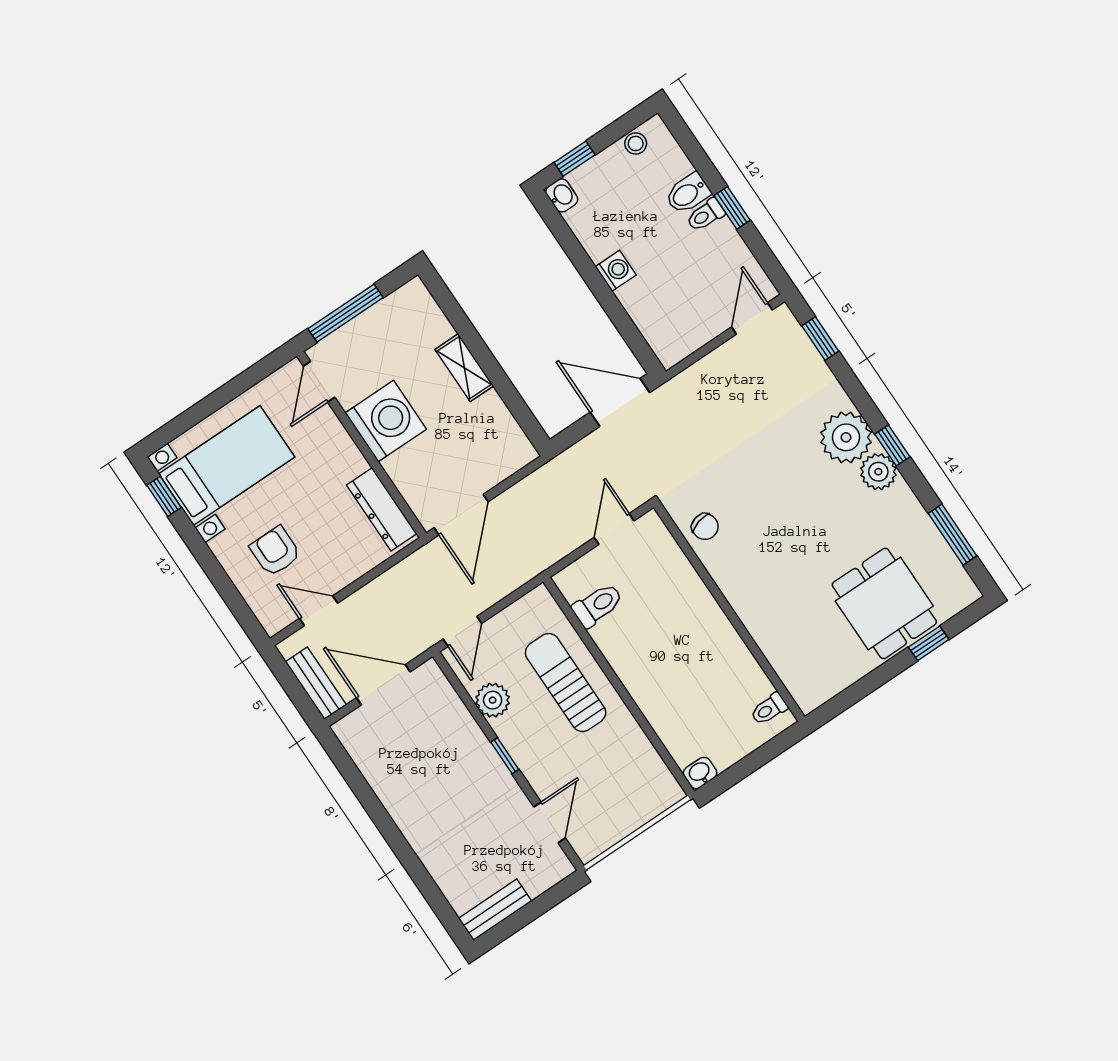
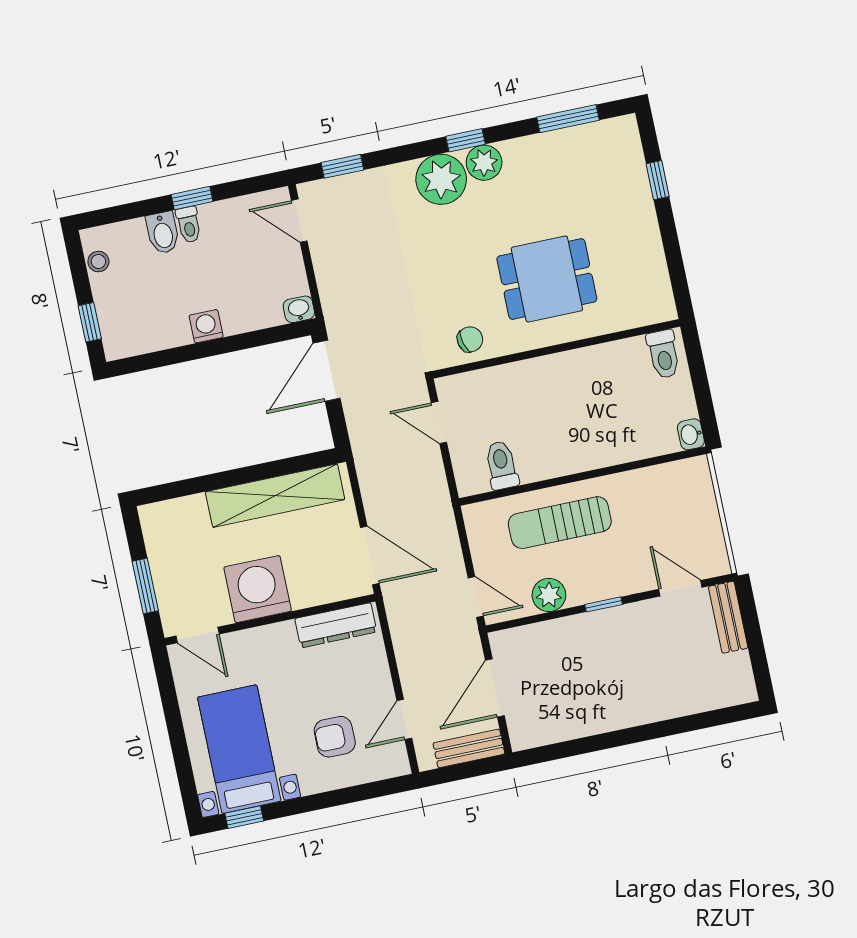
washbasin: (562, 195) -> (299, 309), moved
window: (345, 313) -> (145, 586), width x0.69
shelving: (464, 368) -> (275, 496), width x2.20, depth x1.33
dining table: (884, 603) -> (547, 279), moved
toilet: (769, 709) -> (663, 354), width x1.37, depth x1.39
bench: (495, 910) -> (728, 617), moved

